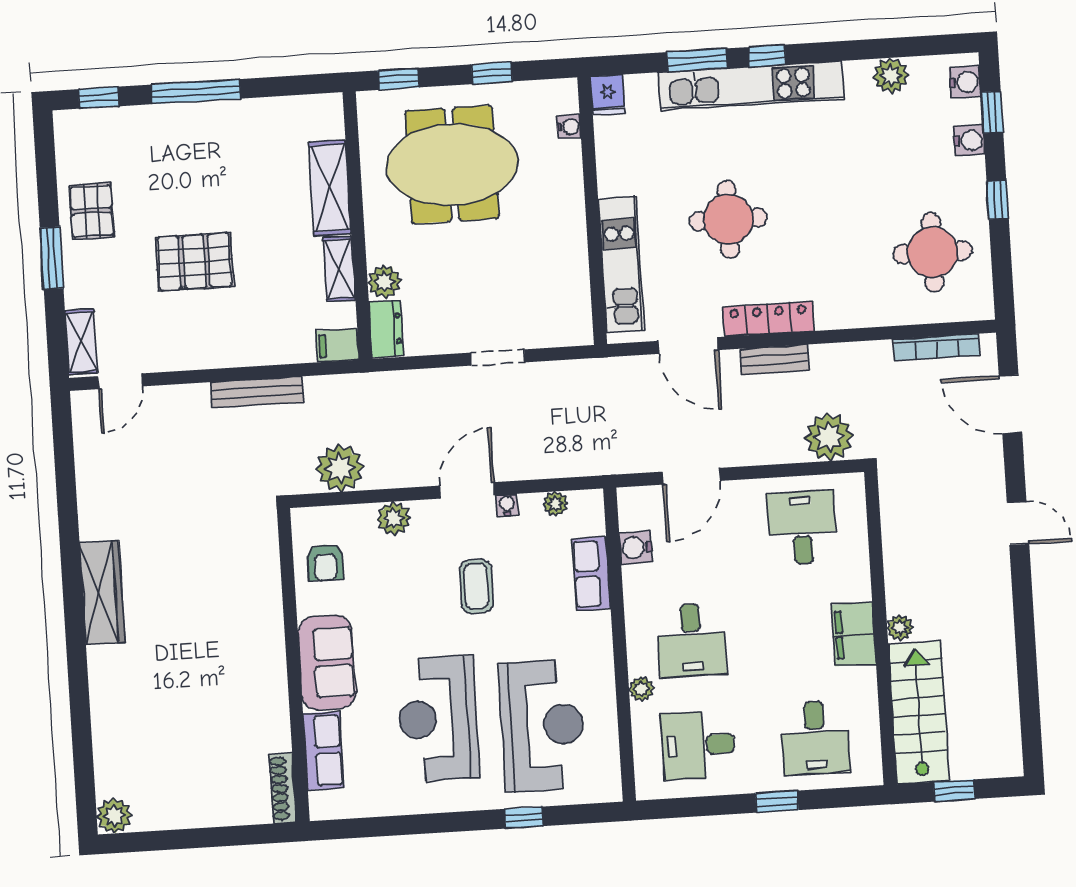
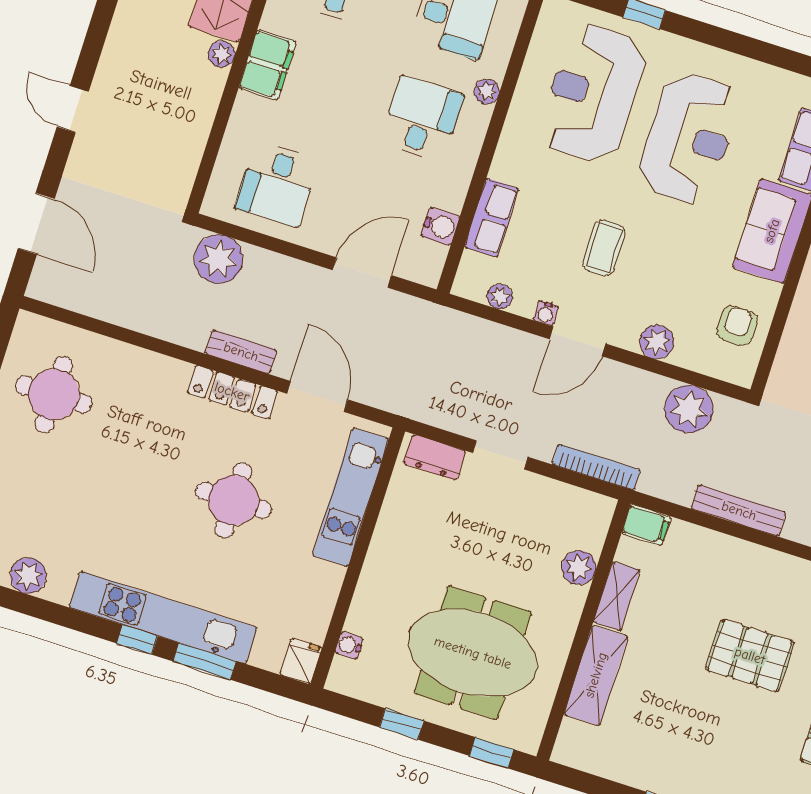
dresser: (386, 329) -> (435, 457), moved, turned -90
bookcase: (937, 347) -> (596, 467), moved

